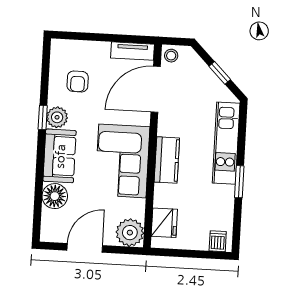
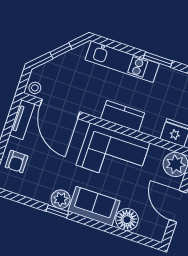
armchair: (78, 81) -> (17, 162), moved, turned 90

